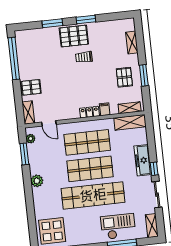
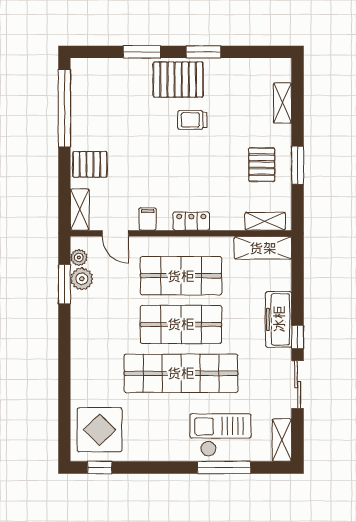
filing cabinet: (105, 109) -> (148, 219), moved
plant: (37, 181) -> (82, 279), moved

